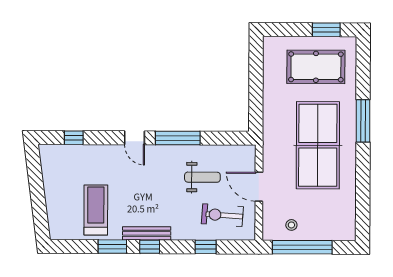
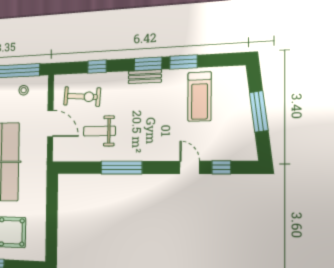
door: (135, 138) -> (190, 167), moved
window: (37, 193) -> (259, 111), added
bench: (147, 233) -> (145, 77), width x0.73
window: (150, 247) -> (148, 64), width x1.50

